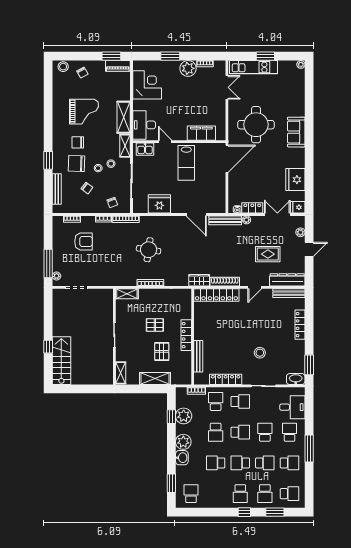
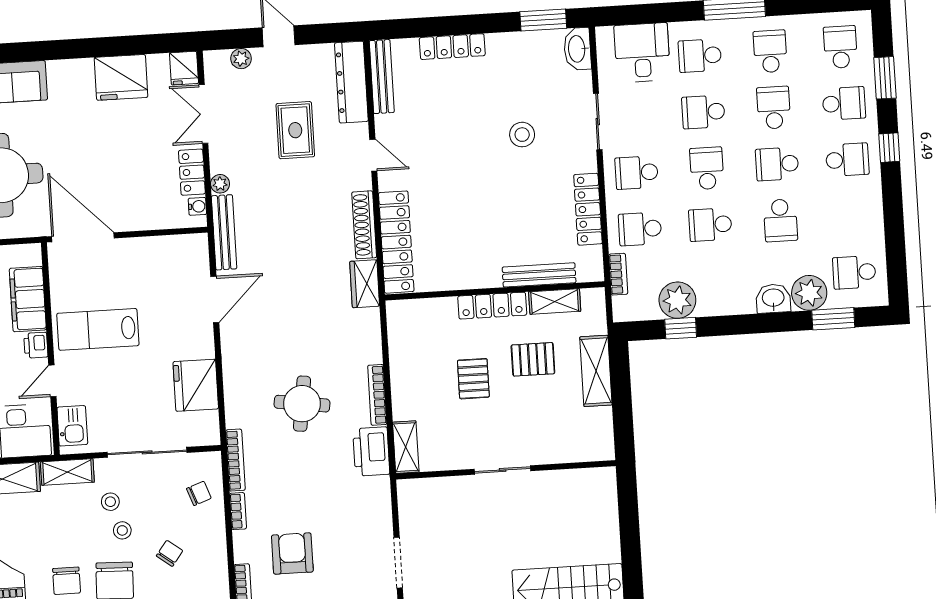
printer: (181, 135) -> (36, 345), added
lab bench: (186, 163) -> (98, 329), turned 180
printer: (126, 279) -> (371, 452), added
shelving: (121, 373) -> (555, 302), moved
school desk: (240, 401) -> (637, 173), turned -90
school desk: (216, 432) -> (710, 225), turned 180
plant: (183, 442) -> (809, 293), moved
school desk: (240, 463) -> (777, 164), turned 90

